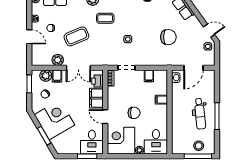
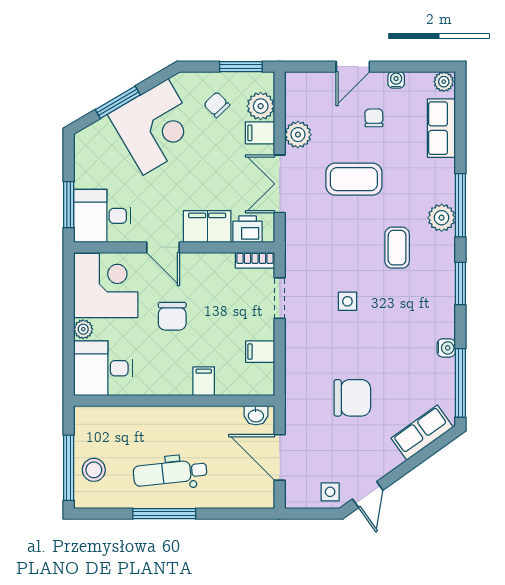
coffee table: (76, 36) -> (354, 179), turned -67
chair: (168, 37) -> (352, 398), turned -90
door: (105, 117) -> (163, 247), swing flipped

